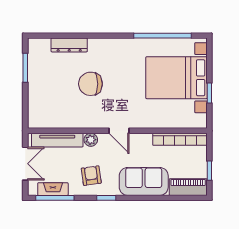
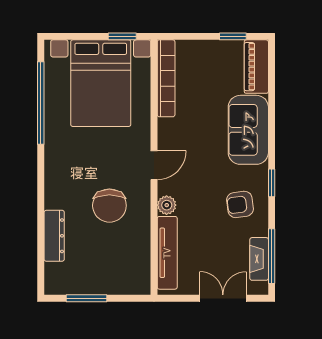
wall: (117, 131) -> (154, 167), moved
door: (119, 131) -> (154, 165), moved
bookcase: (180, 139) -> (166, 78), moved
tv unit: (57, 140) -> (167, 253), moved
plant: (91, 140) -> (167, 205), moved

